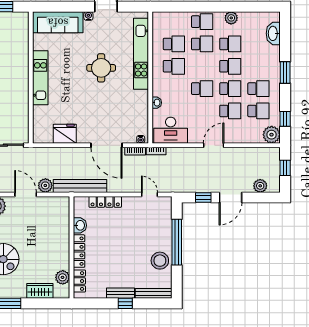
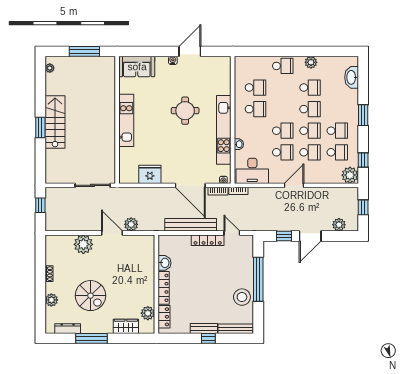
sofa: (58, 22) -> (137, 67), width x0.73
school desk: (202, 44) -> (283, 152), moved
kitchen unit: (141, 54) -> (224, 130), moved
bench: (80, 186) -> (191, 225), moved
locker: (105, 202) -> (208, 240), moved

